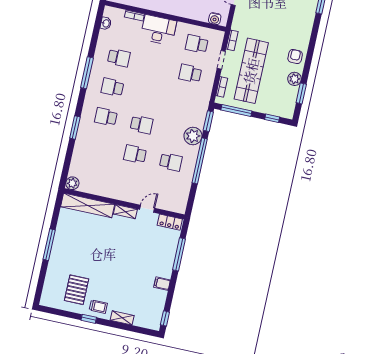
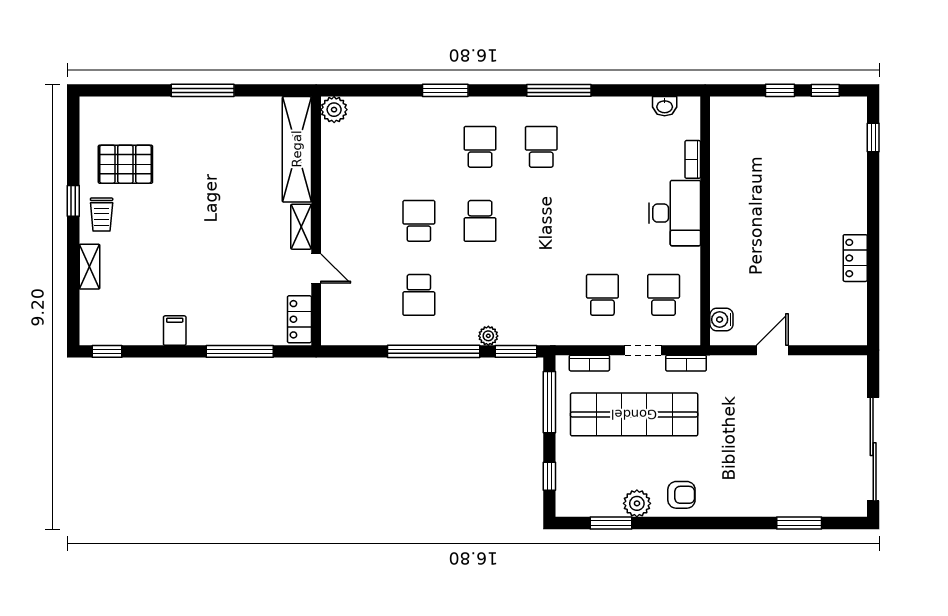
school desk: (119, 58) -> (602, 147), removed
plant: (193, 136) -> (488, 336), width x0.53, depth x0.53

